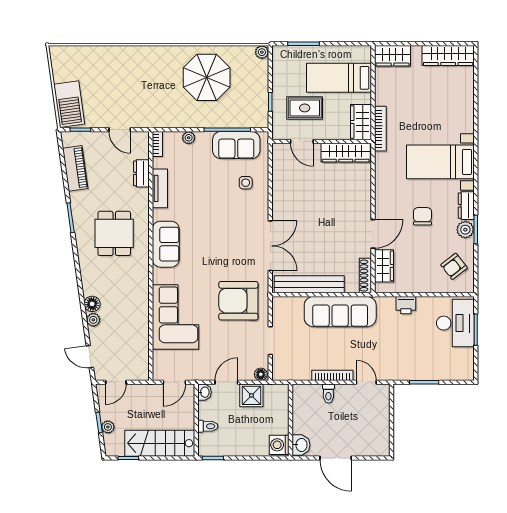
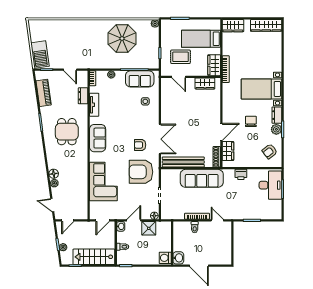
wardrobe: (346, 153) -> (205, 83), width x0.67
armchair: (237, 256) -> (140, 145), added

